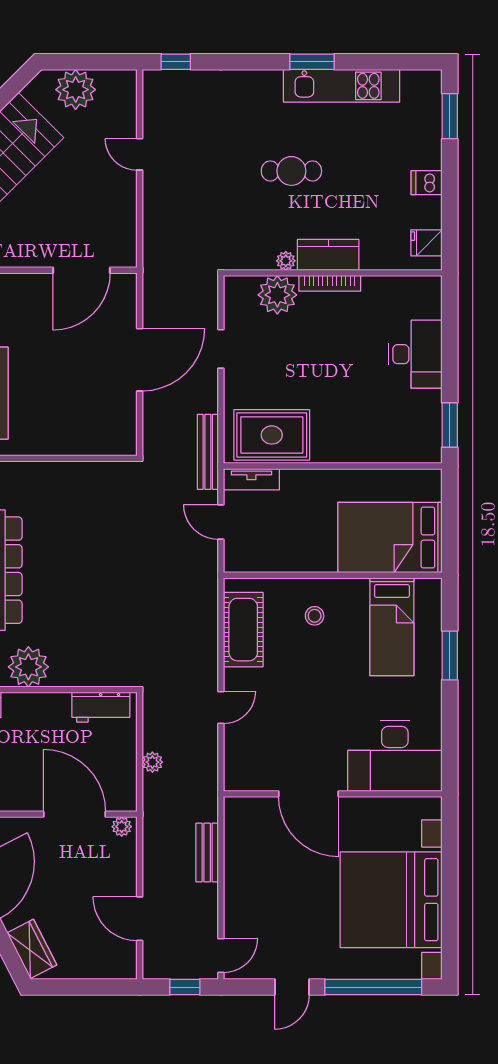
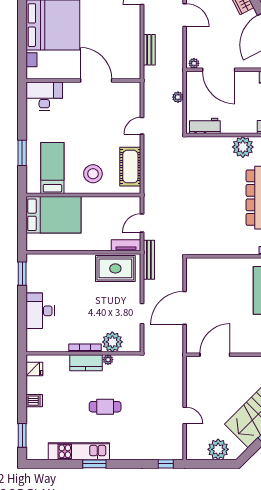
door: (221, 522) -> (142, 223), swing flipped
stool: (315, 616) -> (93, 174), width x1.89, depth x1.89
desk: (395, 756) -> (44, 96), width x0.73, depth x0.77

